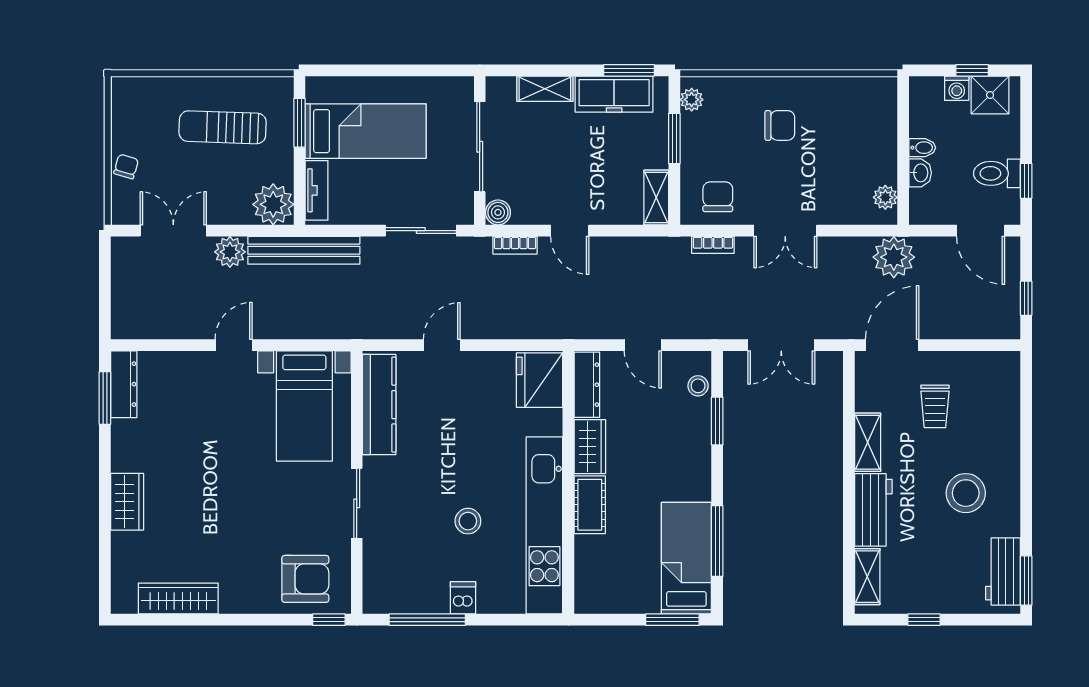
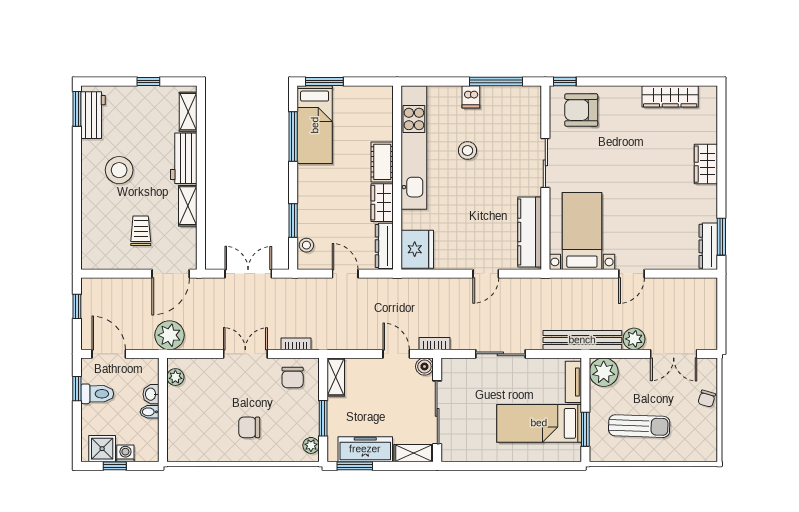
sliding door: (480, 147) -> (437, 412), moved
wall: (480, 150) -> (437, 410), moved
boiler: (498, 212) -> (424, 366), moved

